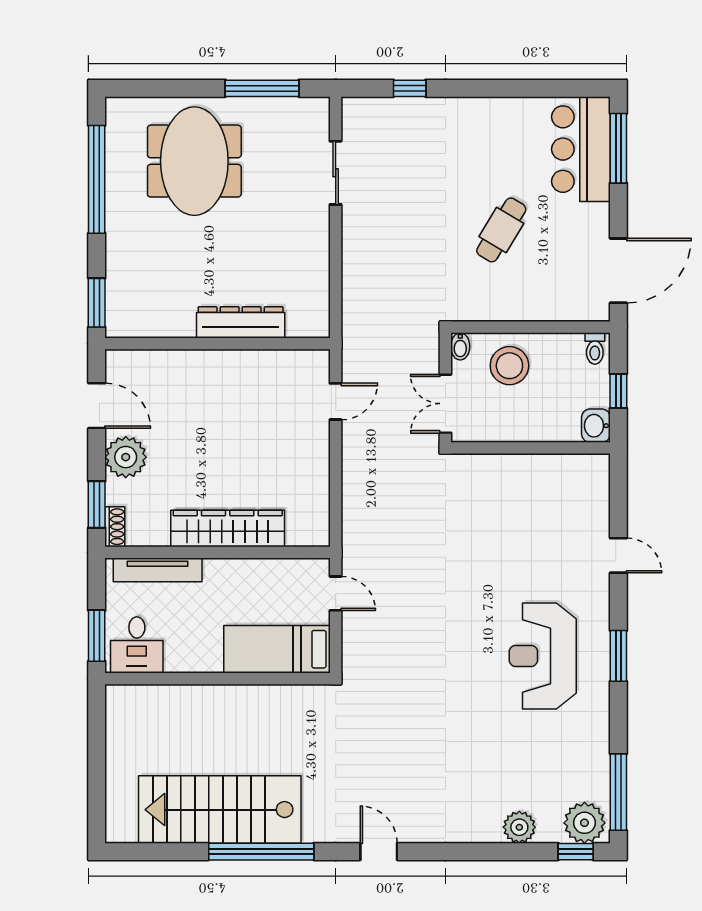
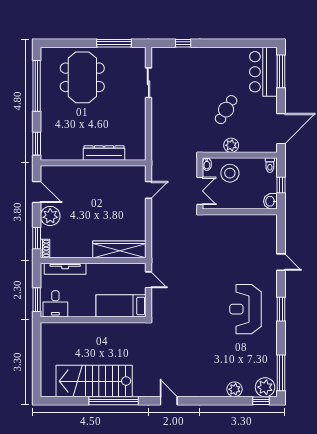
plant: (512, 306) -> (231, 145), added
double door: (445, 404) -> (200, 191), swing flipped
wardrobe: (228, 528) -> (119, 249), moved

